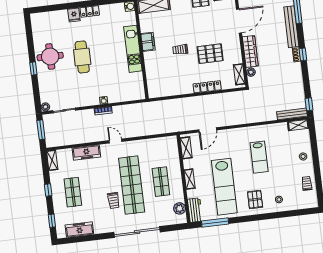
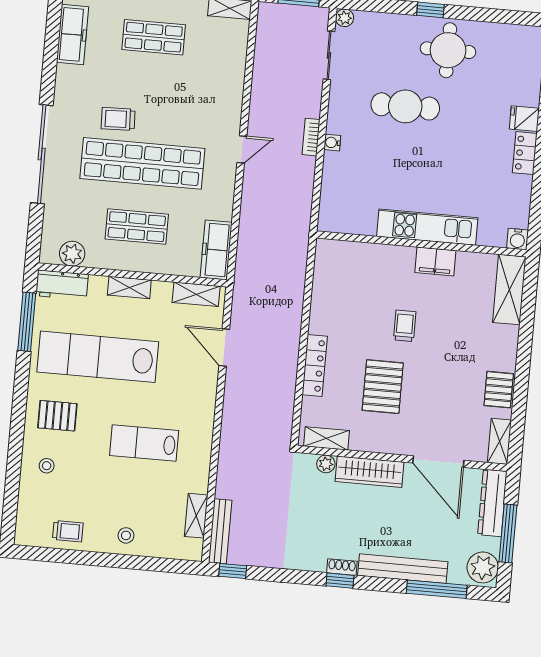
cafe table: (82, 57) -> (405, 106), moved
shelving: (298, 125) -> (196, 516), moved
freezer: (86, 152) -> (216, 250), moved

